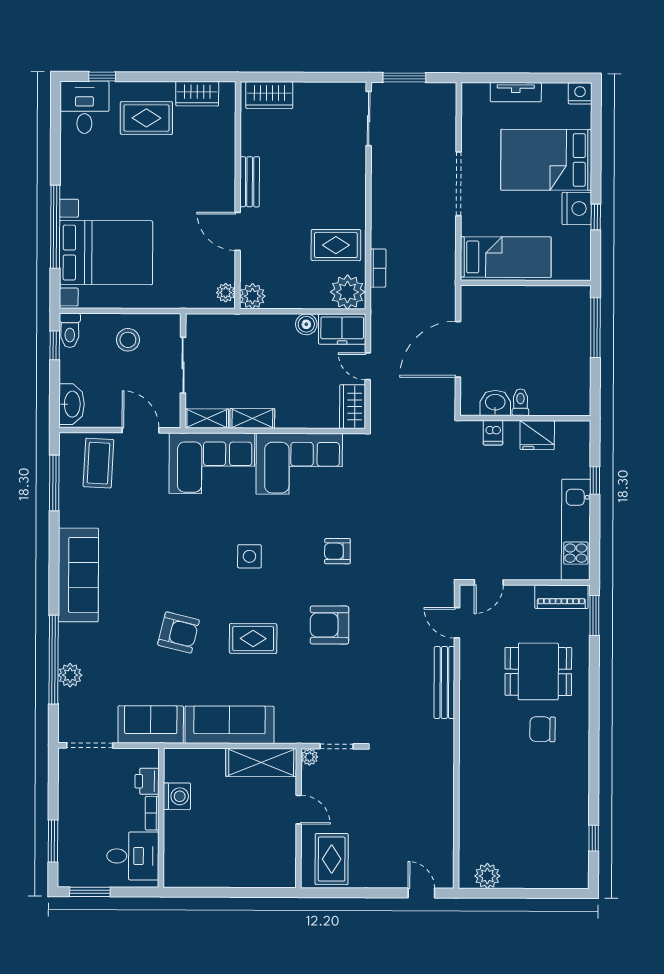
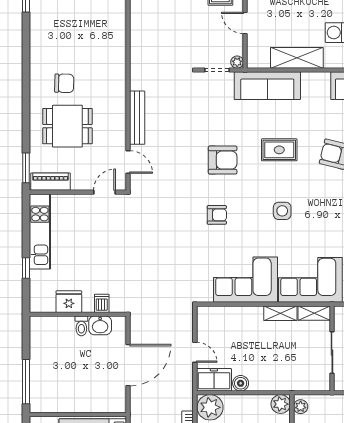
wardrobe: (353, 407) -> (206, 322), removed
sofa: (229, 725) -> (267, 86), moved
shelving: (261, 762) -> (297, 58), moved

